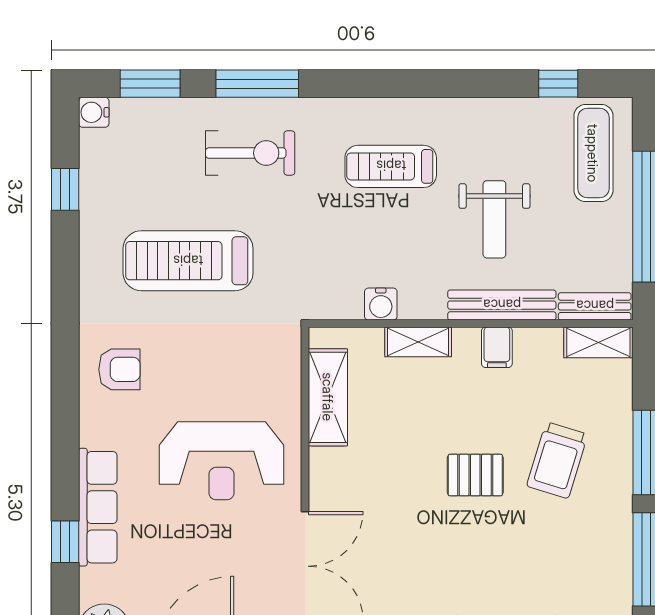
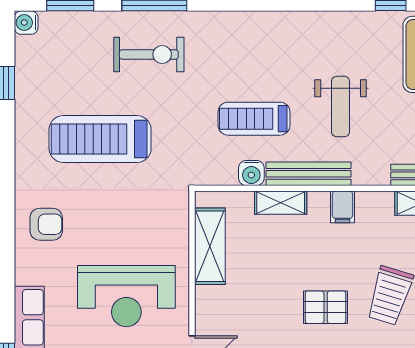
treadmill: (391, 166) -> (254, 119), moved
bench: (502, 305) -> (309, 174), moved

